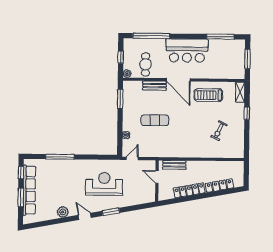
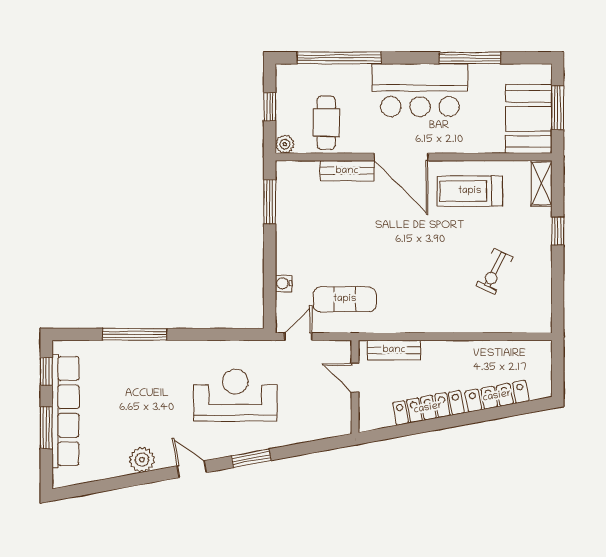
window: (220, 37) -> (470, 58), moved
booth: (235, 64) -> (529, 119), added
exercise mat: (155, 120) -> (345, 299), moved

